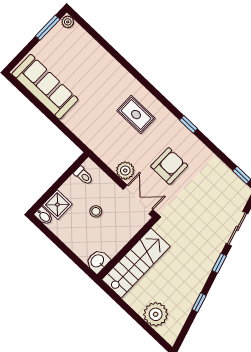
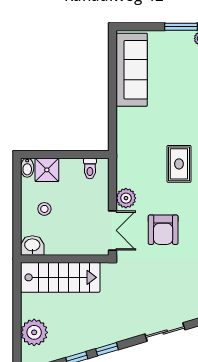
armchair: (169, 166) -> (163, 230), turned 90
stool: (96, 211) -> (44, 209), moved
window: (219, 263) -> (107, 349), moved

